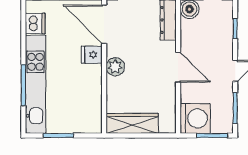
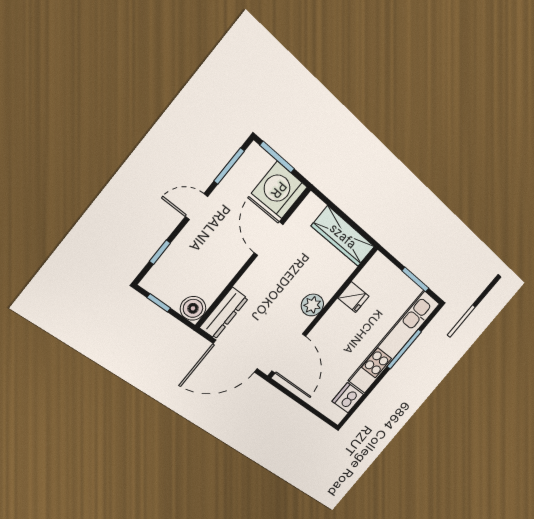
fridge: (92, 55) -> (353, 297), moved
door: (178, 67) -> (269, 239), moved

